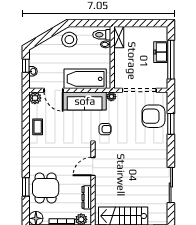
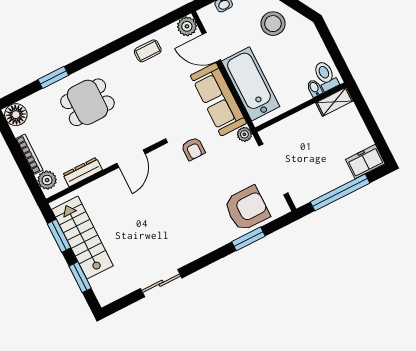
stool: (69, 40) -> (273, 24), moved
freezer: (161, 52) -> (365, 162), moved
door: (54, 90) -> (211, 47), hinge flipped
armchair: (153, 116) -> (247, 209), turned 90
door: (93, 167) -> (131, 159), swing flipped
sliding door: (171, 185) -> (161, 283), width x0.73
dining table: (46, 188) -> (87, 102), moved

